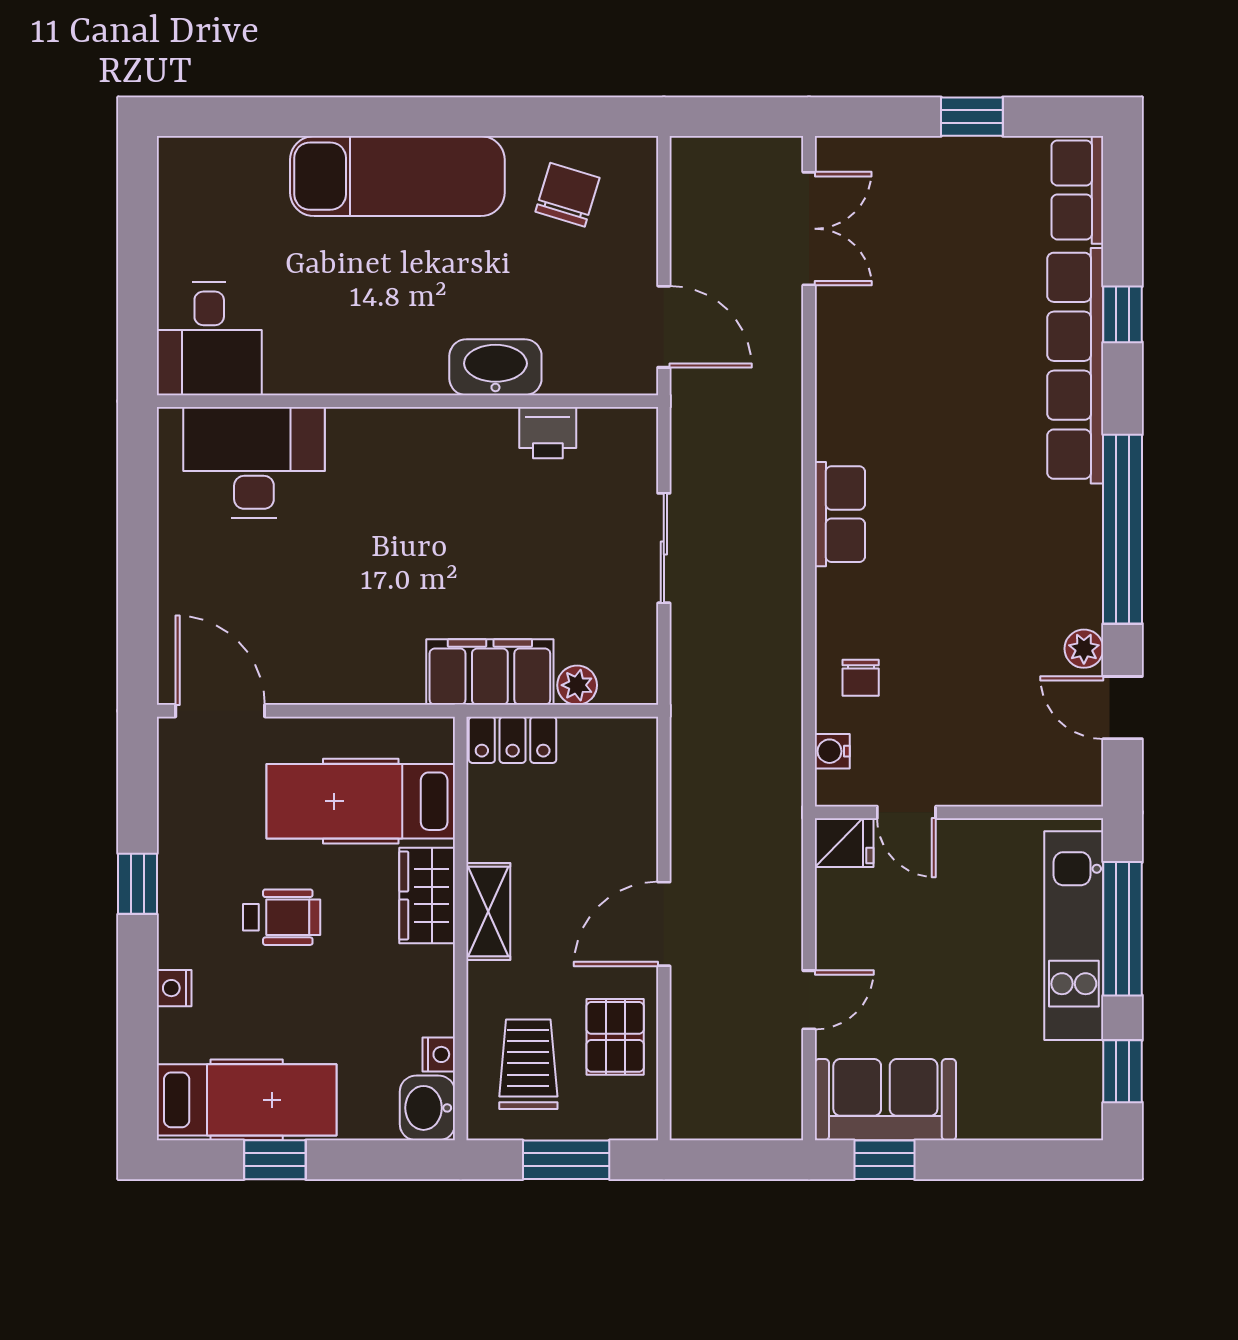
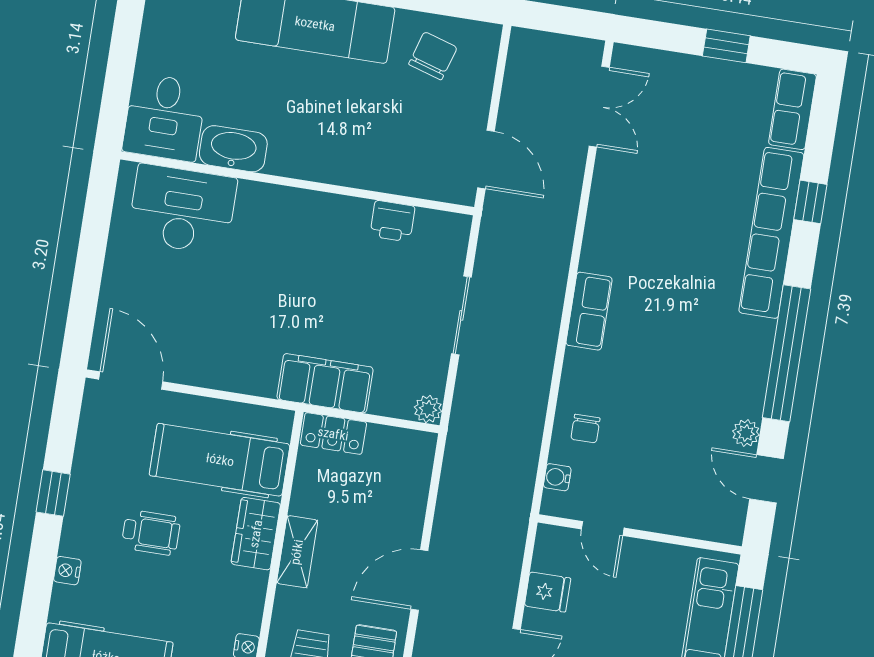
washbasin: (495, 367) -> (233, 149), moved
plant: (577, 685) -> (428, 409), moved
fridge: (844, 843) -> (548, 592), moved

